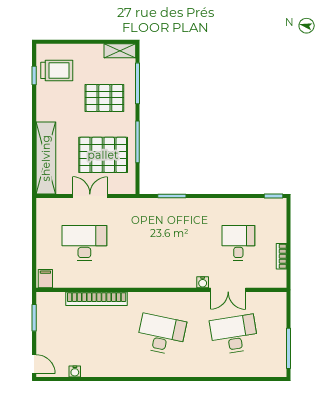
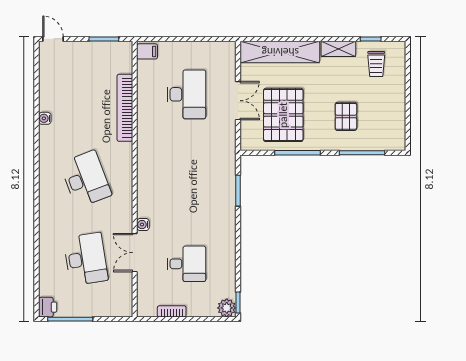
shelving: (120, 51) -> (338, 49), moved, turned 90
trolley: (57, 70) -> (376, 64), width x0.73, depth x0.72
pallet: (104, 98) -> (346, 116), width x0.67, depth x0.71
plant: (278, 206) -> (227, 308), added
desk: (161, 334) -> (86, 179), turned -33
door: (34, 364) -> (53, 39), swing flipped
printer: (278, 369) -> (48, 307), added
water cooler: (75, 371) -> (45, 118), moved

